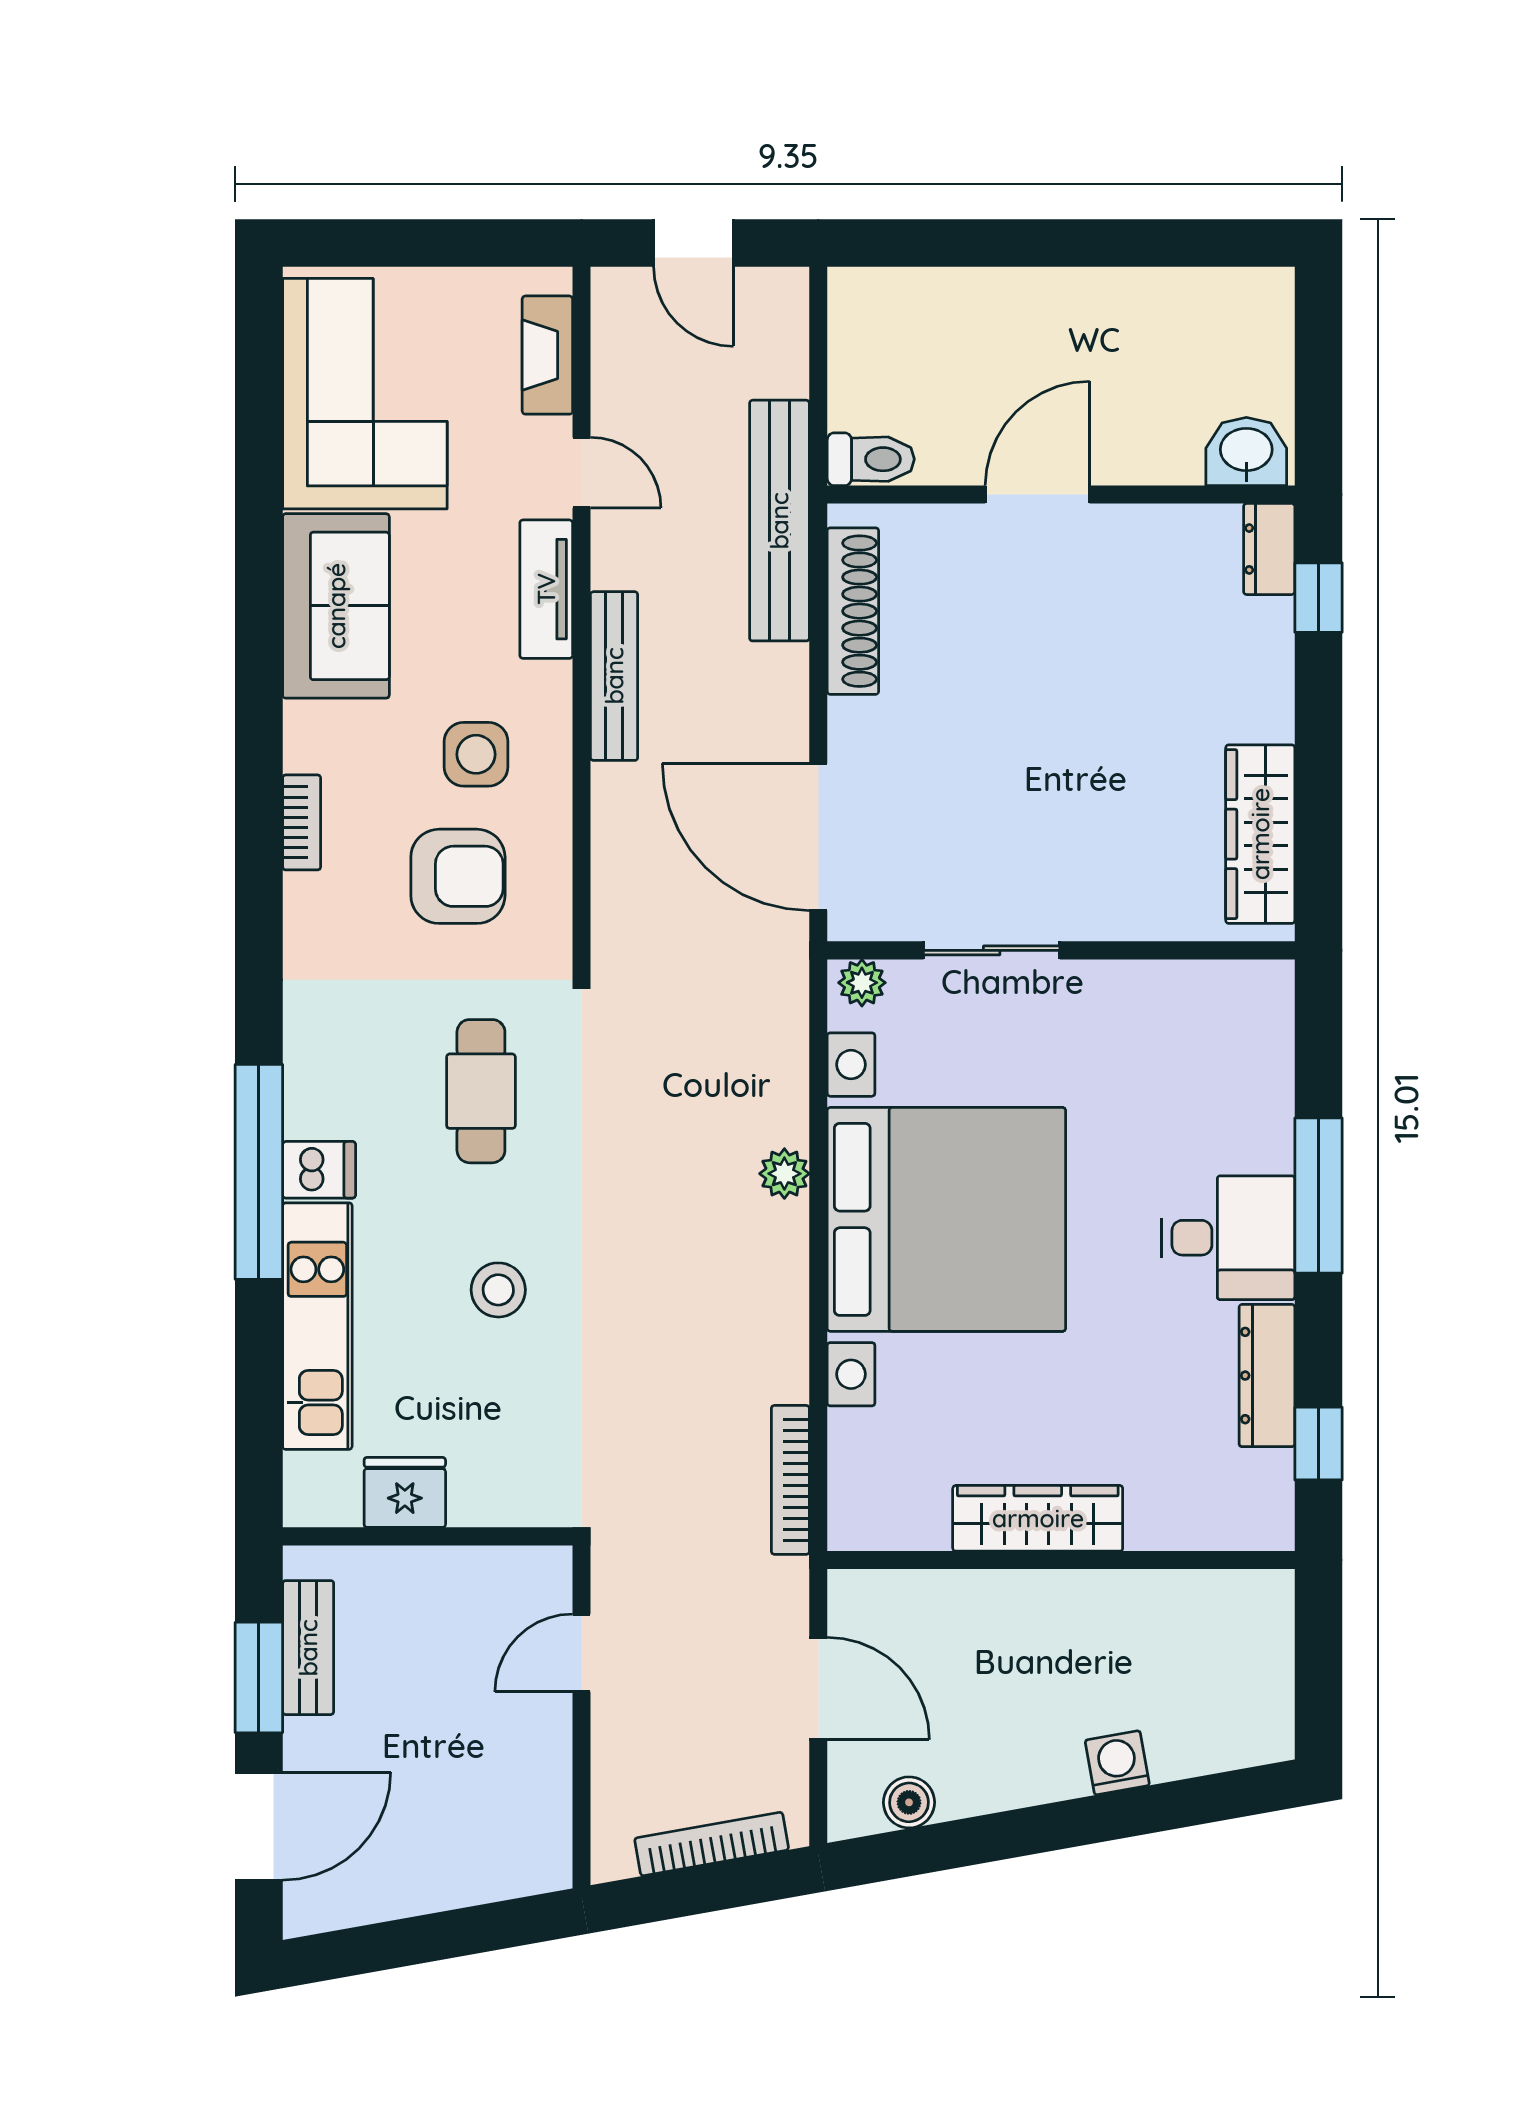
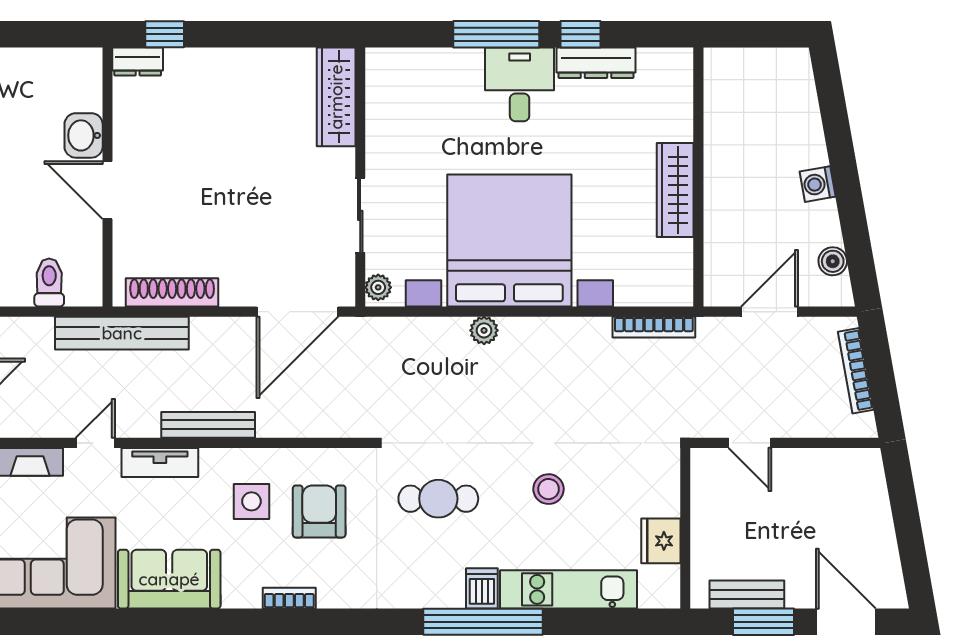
washbasin: (1246, 452) -> (84, 135), moved
toilet: (871, 459) -> (49, 283), moved
wardrobe: (1260, 834) -> (336, 97), moved, turned 90
window: (1318, 1444) -> (581, 34), moved
washing machine: (1117, 1763) -> (818, 184), moved

